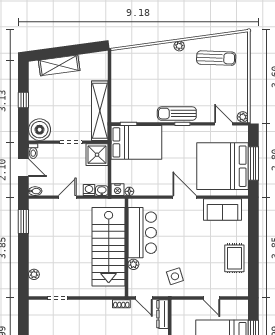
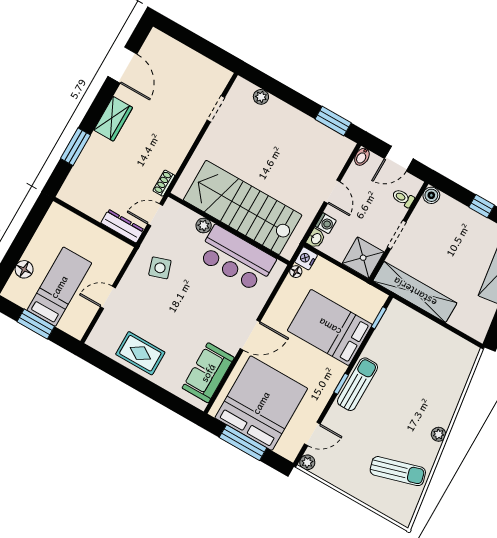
sun lounger: (216, 58) -> (398, 471), turned -108
boiler: (40, 130) -> (431, 195), width x0.54, depth x0.54
bed: (136, 142) -> (330, 327), moved, turned 90
toilet: (33, 151) -> (403, 198), moved

